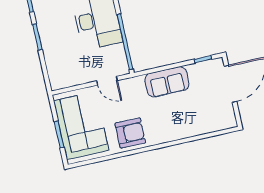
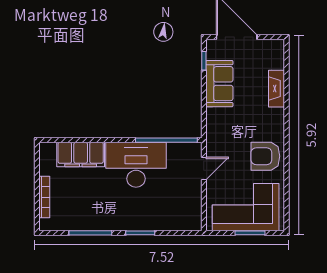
sofa: (167, 82) -> (219, 84), moved
fireplace: (193, 129) -> (277, 89), added
armchair: (130, 133) -> (265, 156), turned -90

